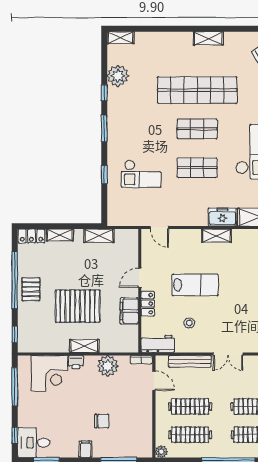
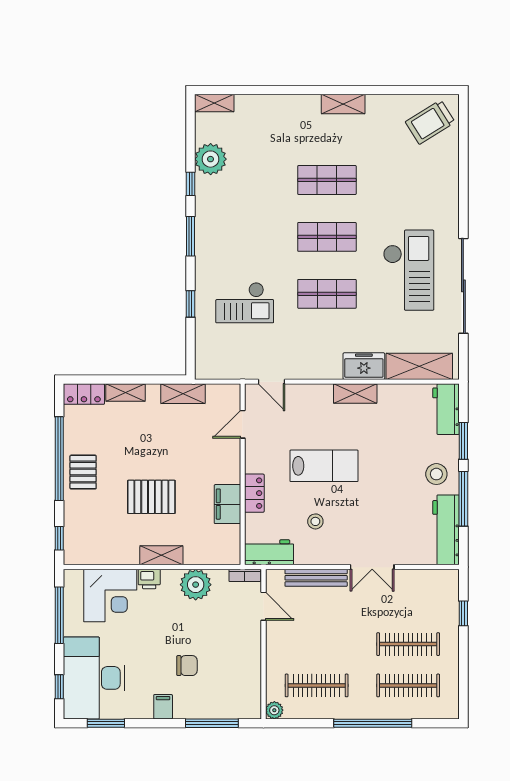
shop shelf: (197, 90) -> (327, 180), width x0.50, depth x0.74
door: (140, 278) -> (243, 424), moved
pallet: (78, 306) -> (151, 497), width x0.73, depth x0.71
clothes rail: (190, 406) -> (317, 644), removed
desk: (34, 443) -> (94, 678), width x1.87, depth x1.30

